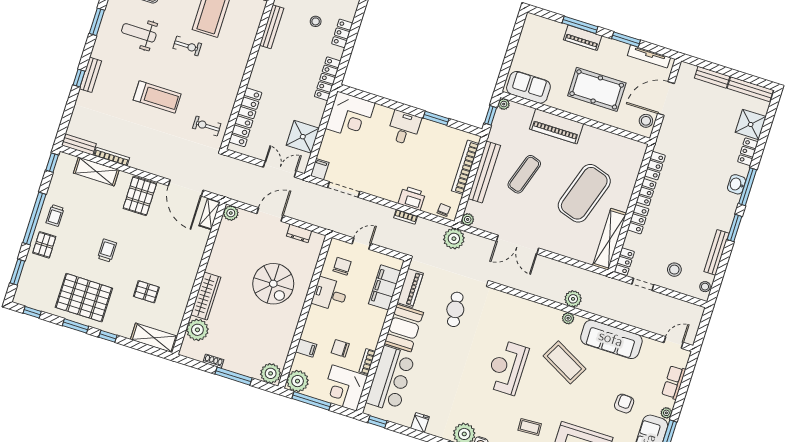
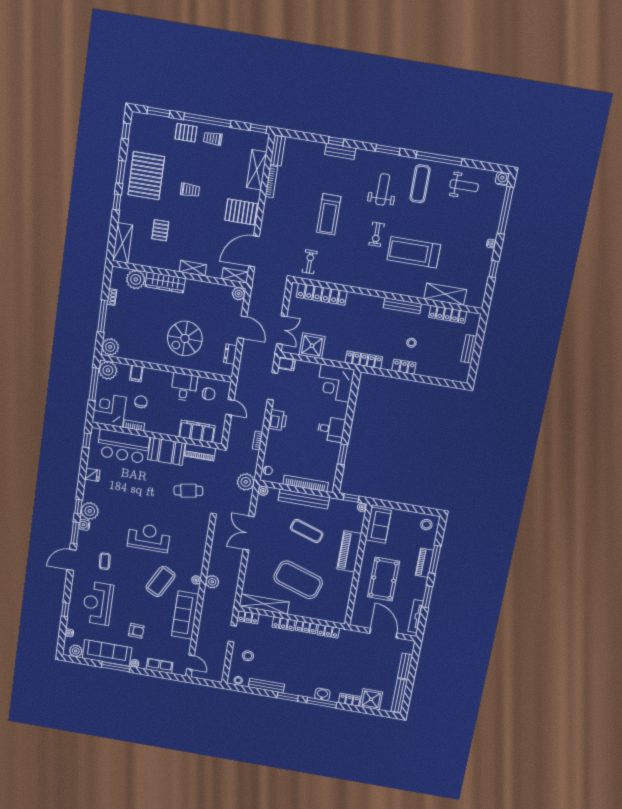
stool: (646, 121) -> (426, 525), moved
printer: (412, 198) -> (278, 420), moved
shelving: (194, 261) -> (193, 268), added

